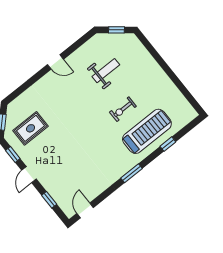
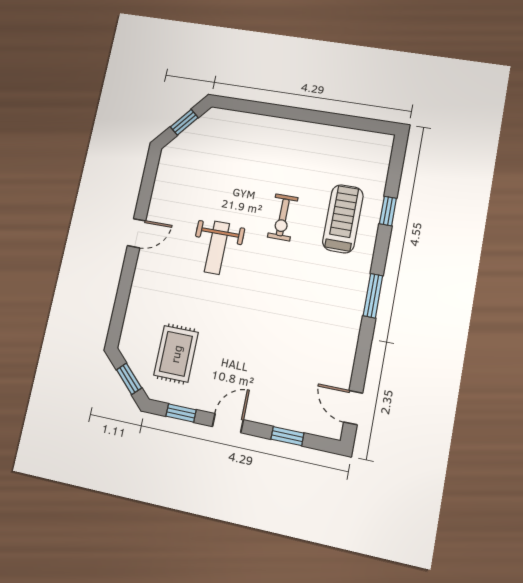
weight bench: (106, 71) -> (217, 248), moved, turned 180
treadmill: (147, 131) -> (343, 219), width x0.73, depth x0.73
door: (29, 175) -> (228, 423), swing flipped

